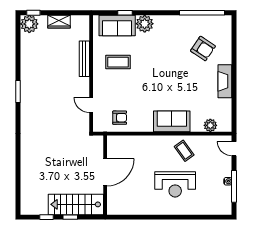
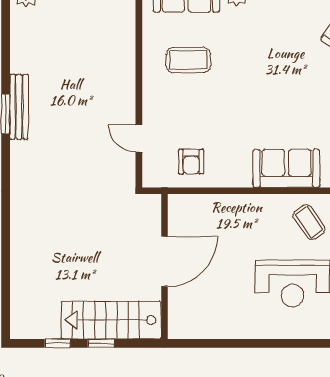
bench: (84, 59) -> (19, 107), moved
armchair: (120, 118) -> (191, 162), turned 90

